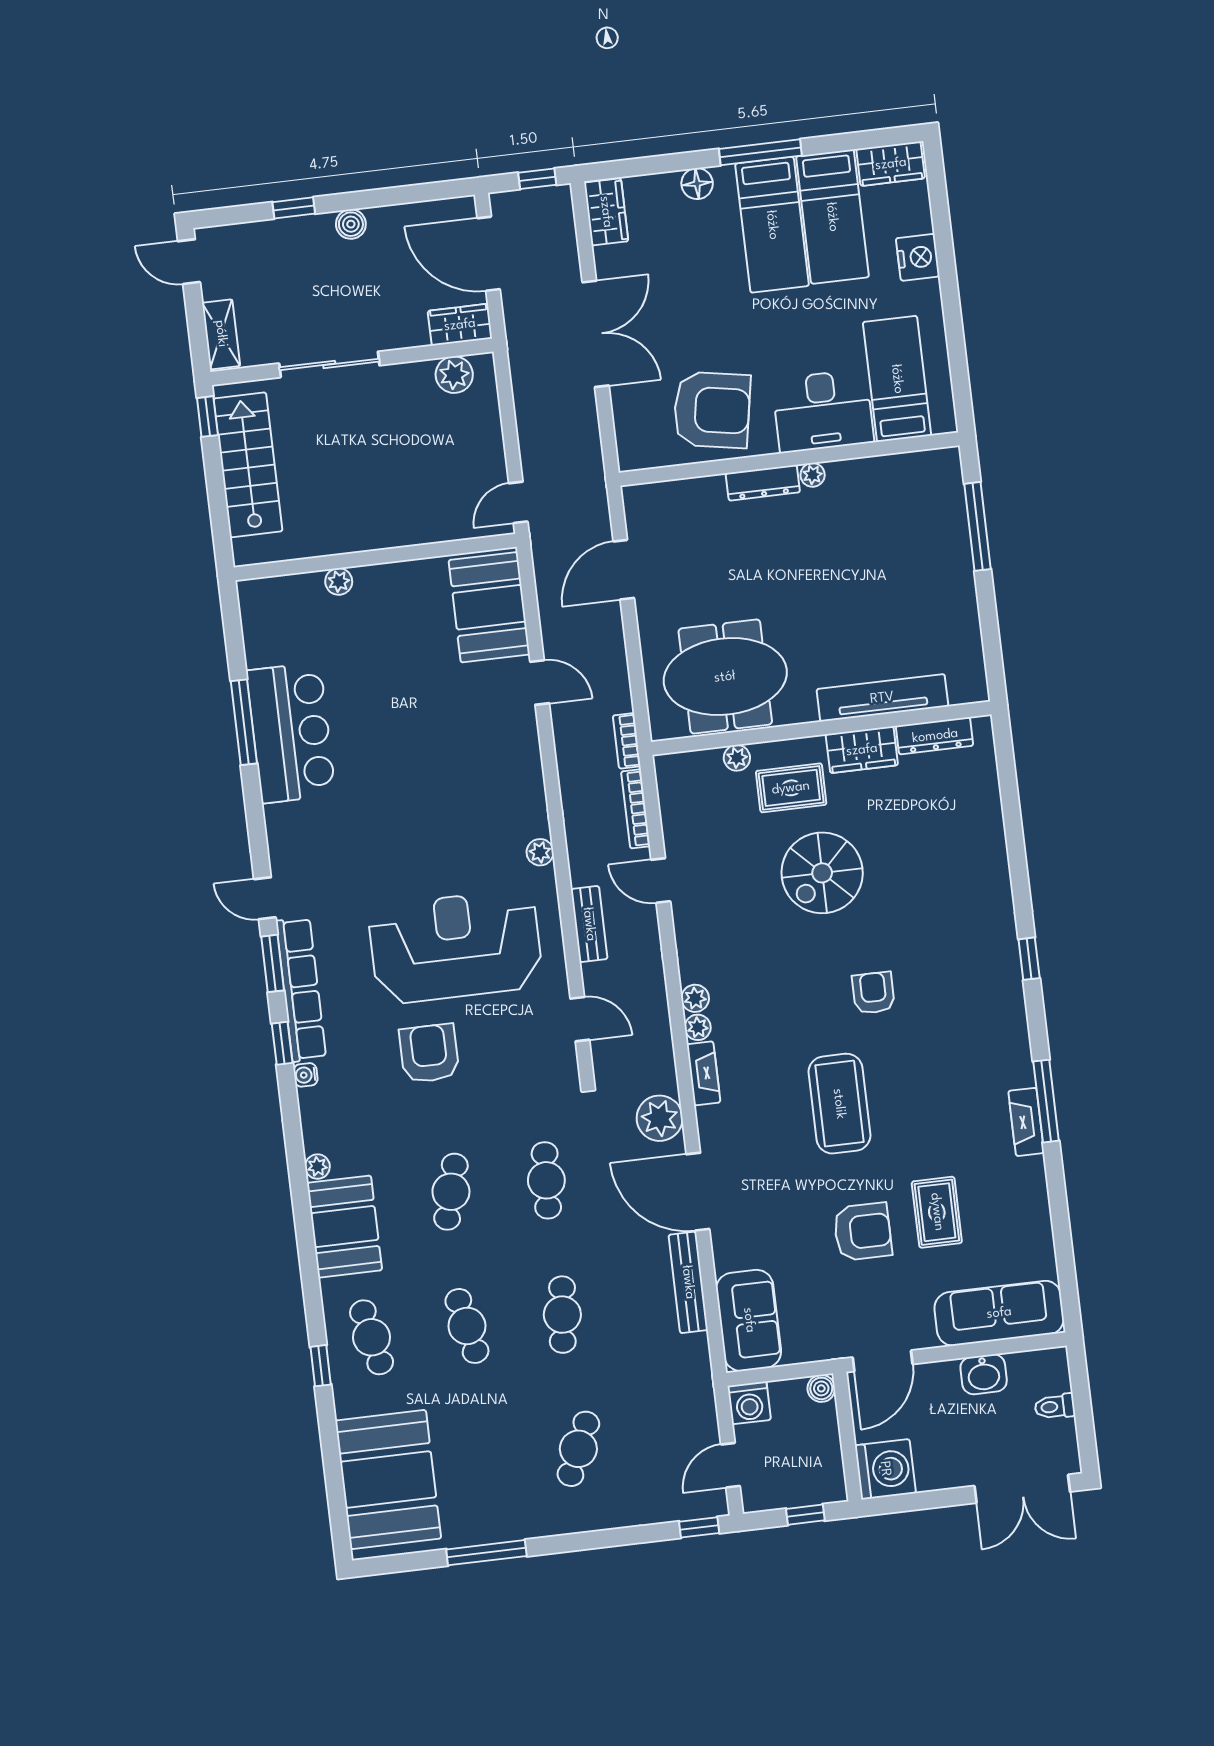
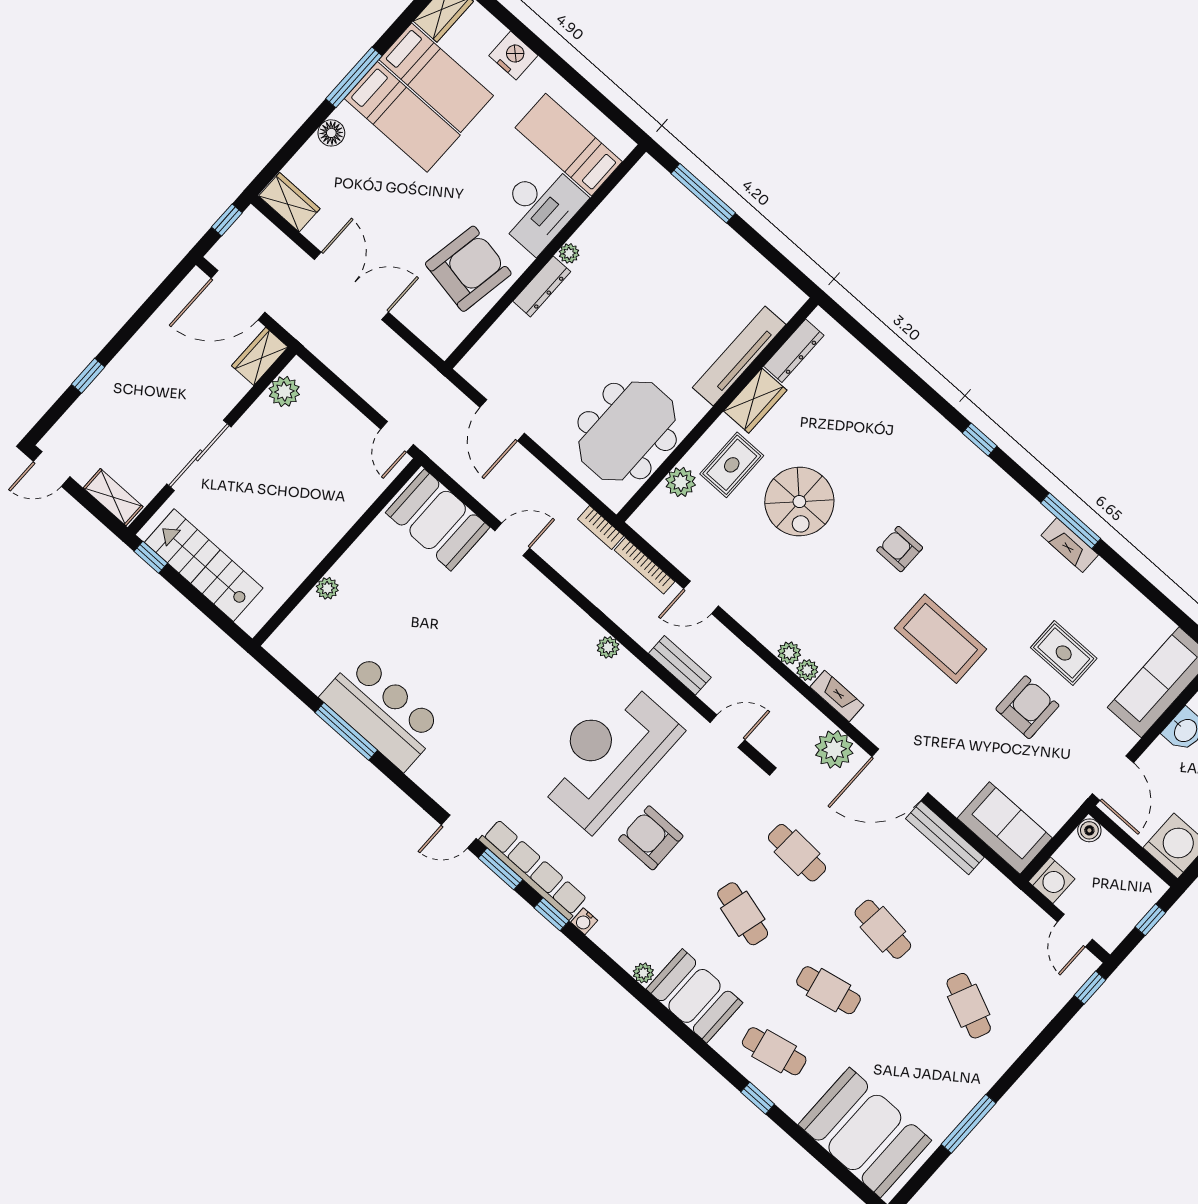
boiler: (351, 224) -> (134, 354), removed
plant: (737, 758) -> (681, 482), width x1.38, depth x1.38

